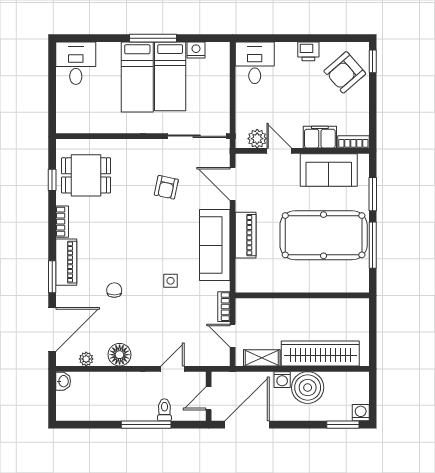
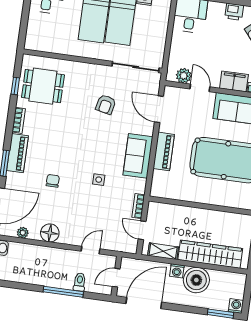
sofa: (215, 245) -> (138, 156), width x0.73

